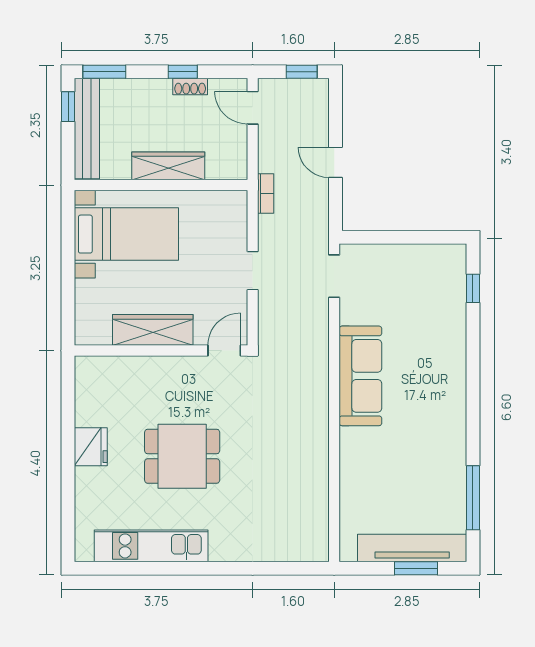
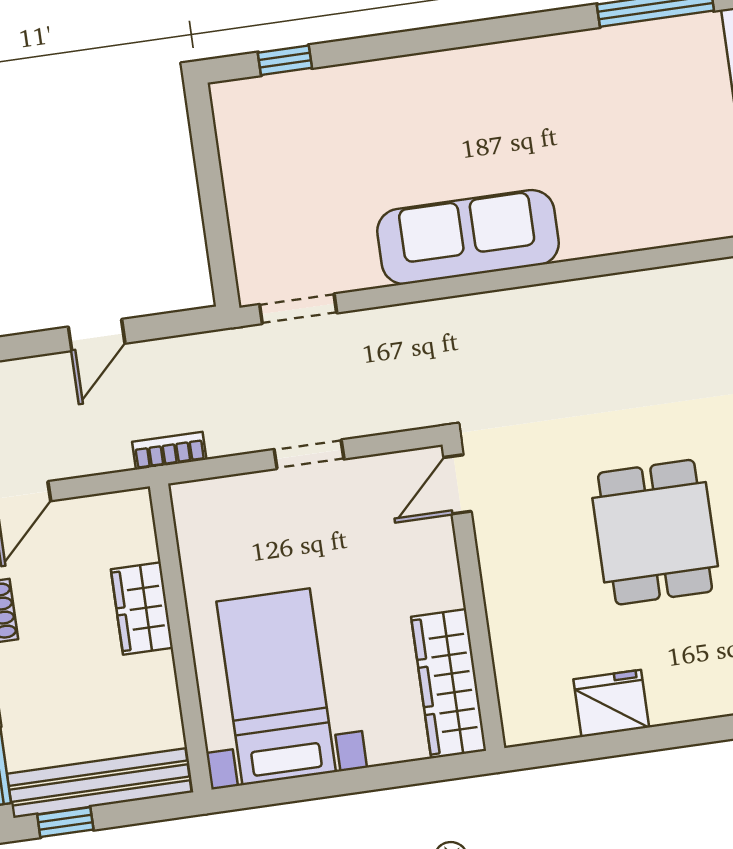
wardrobe: (168, 166) -> (142, 608), width x0.67
wardrobe: (153, 330) -> (449, 684), moved
door: (224, 351) -> (458, 484), hinge flipped
fridge: (91, 447) -> (611, 703), moved

